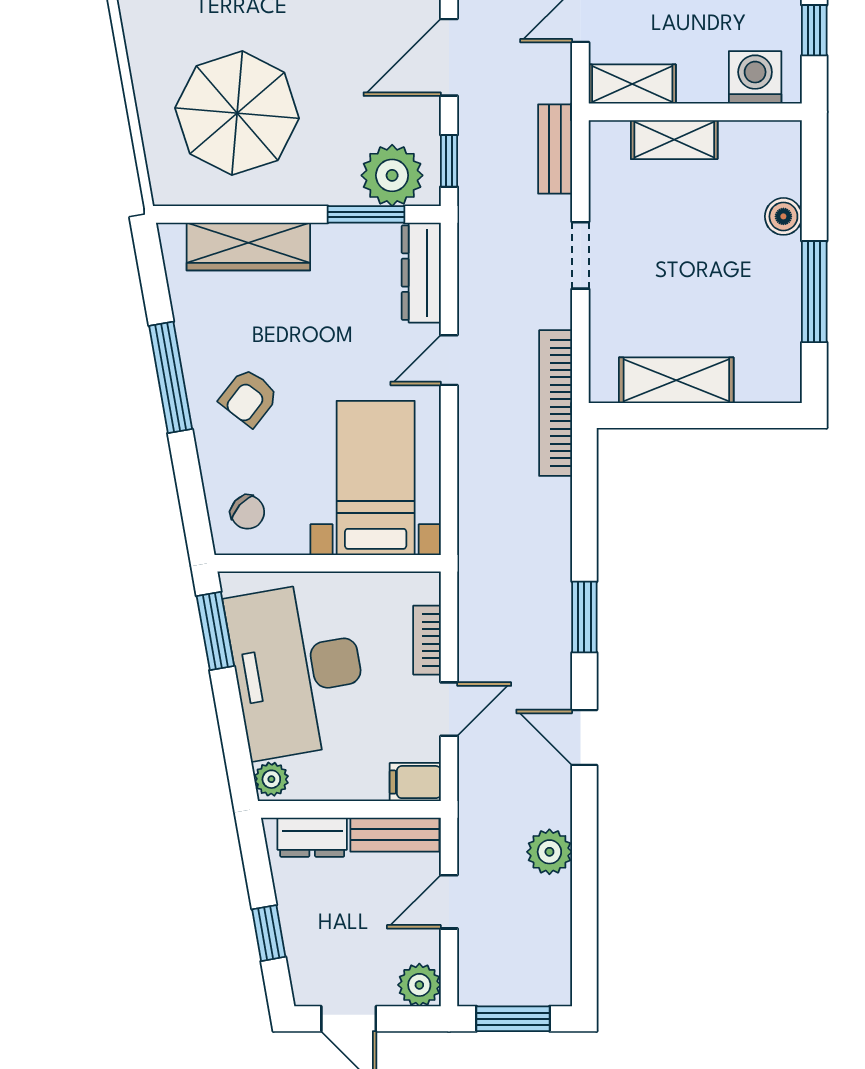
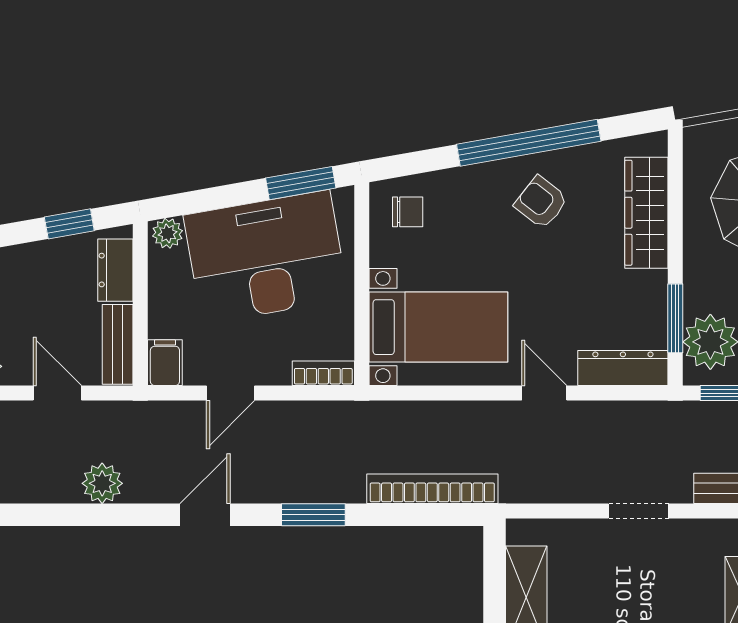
window: (171, 377) -> (529, 143), width x1.46
armchair: (249, 397) -> (541, 202), moved
bookcase: (556, 403) -> (432, 489), moved
chair: (248, 512) -> (408, 212), turned -132
bookcase: (427, 640) -> (323, 373), moved
door: (449, 709) -> (230, 393), hinge flipped
window: (269, 933) -> (69, 224), moved

